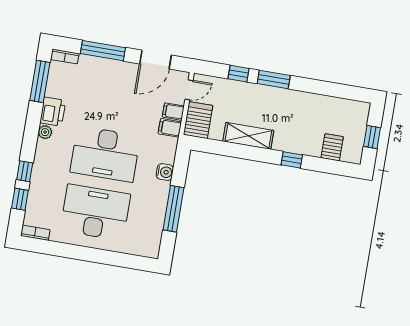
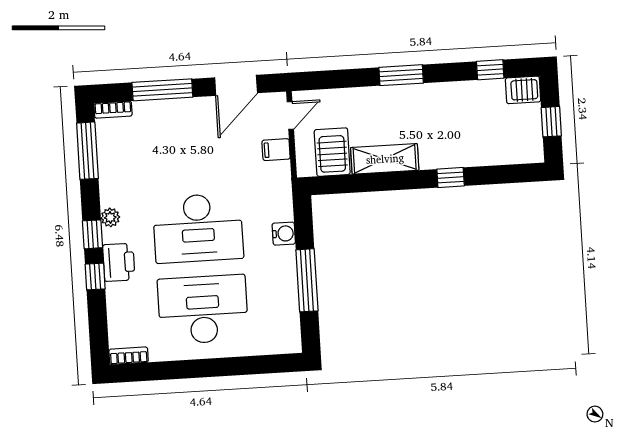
window: (239, 74) -> (490, 70), moved
printer: (53, 112) -> (119, 262), moved
server rack: (198, 120) -> (332, 152), moved
filing cabinet: (170, 128) -> (277, 173), removed
server rack: (332, 147) -> (523, 90), moved, turned -90
window: (20, 199) -> (93, 234), moved

